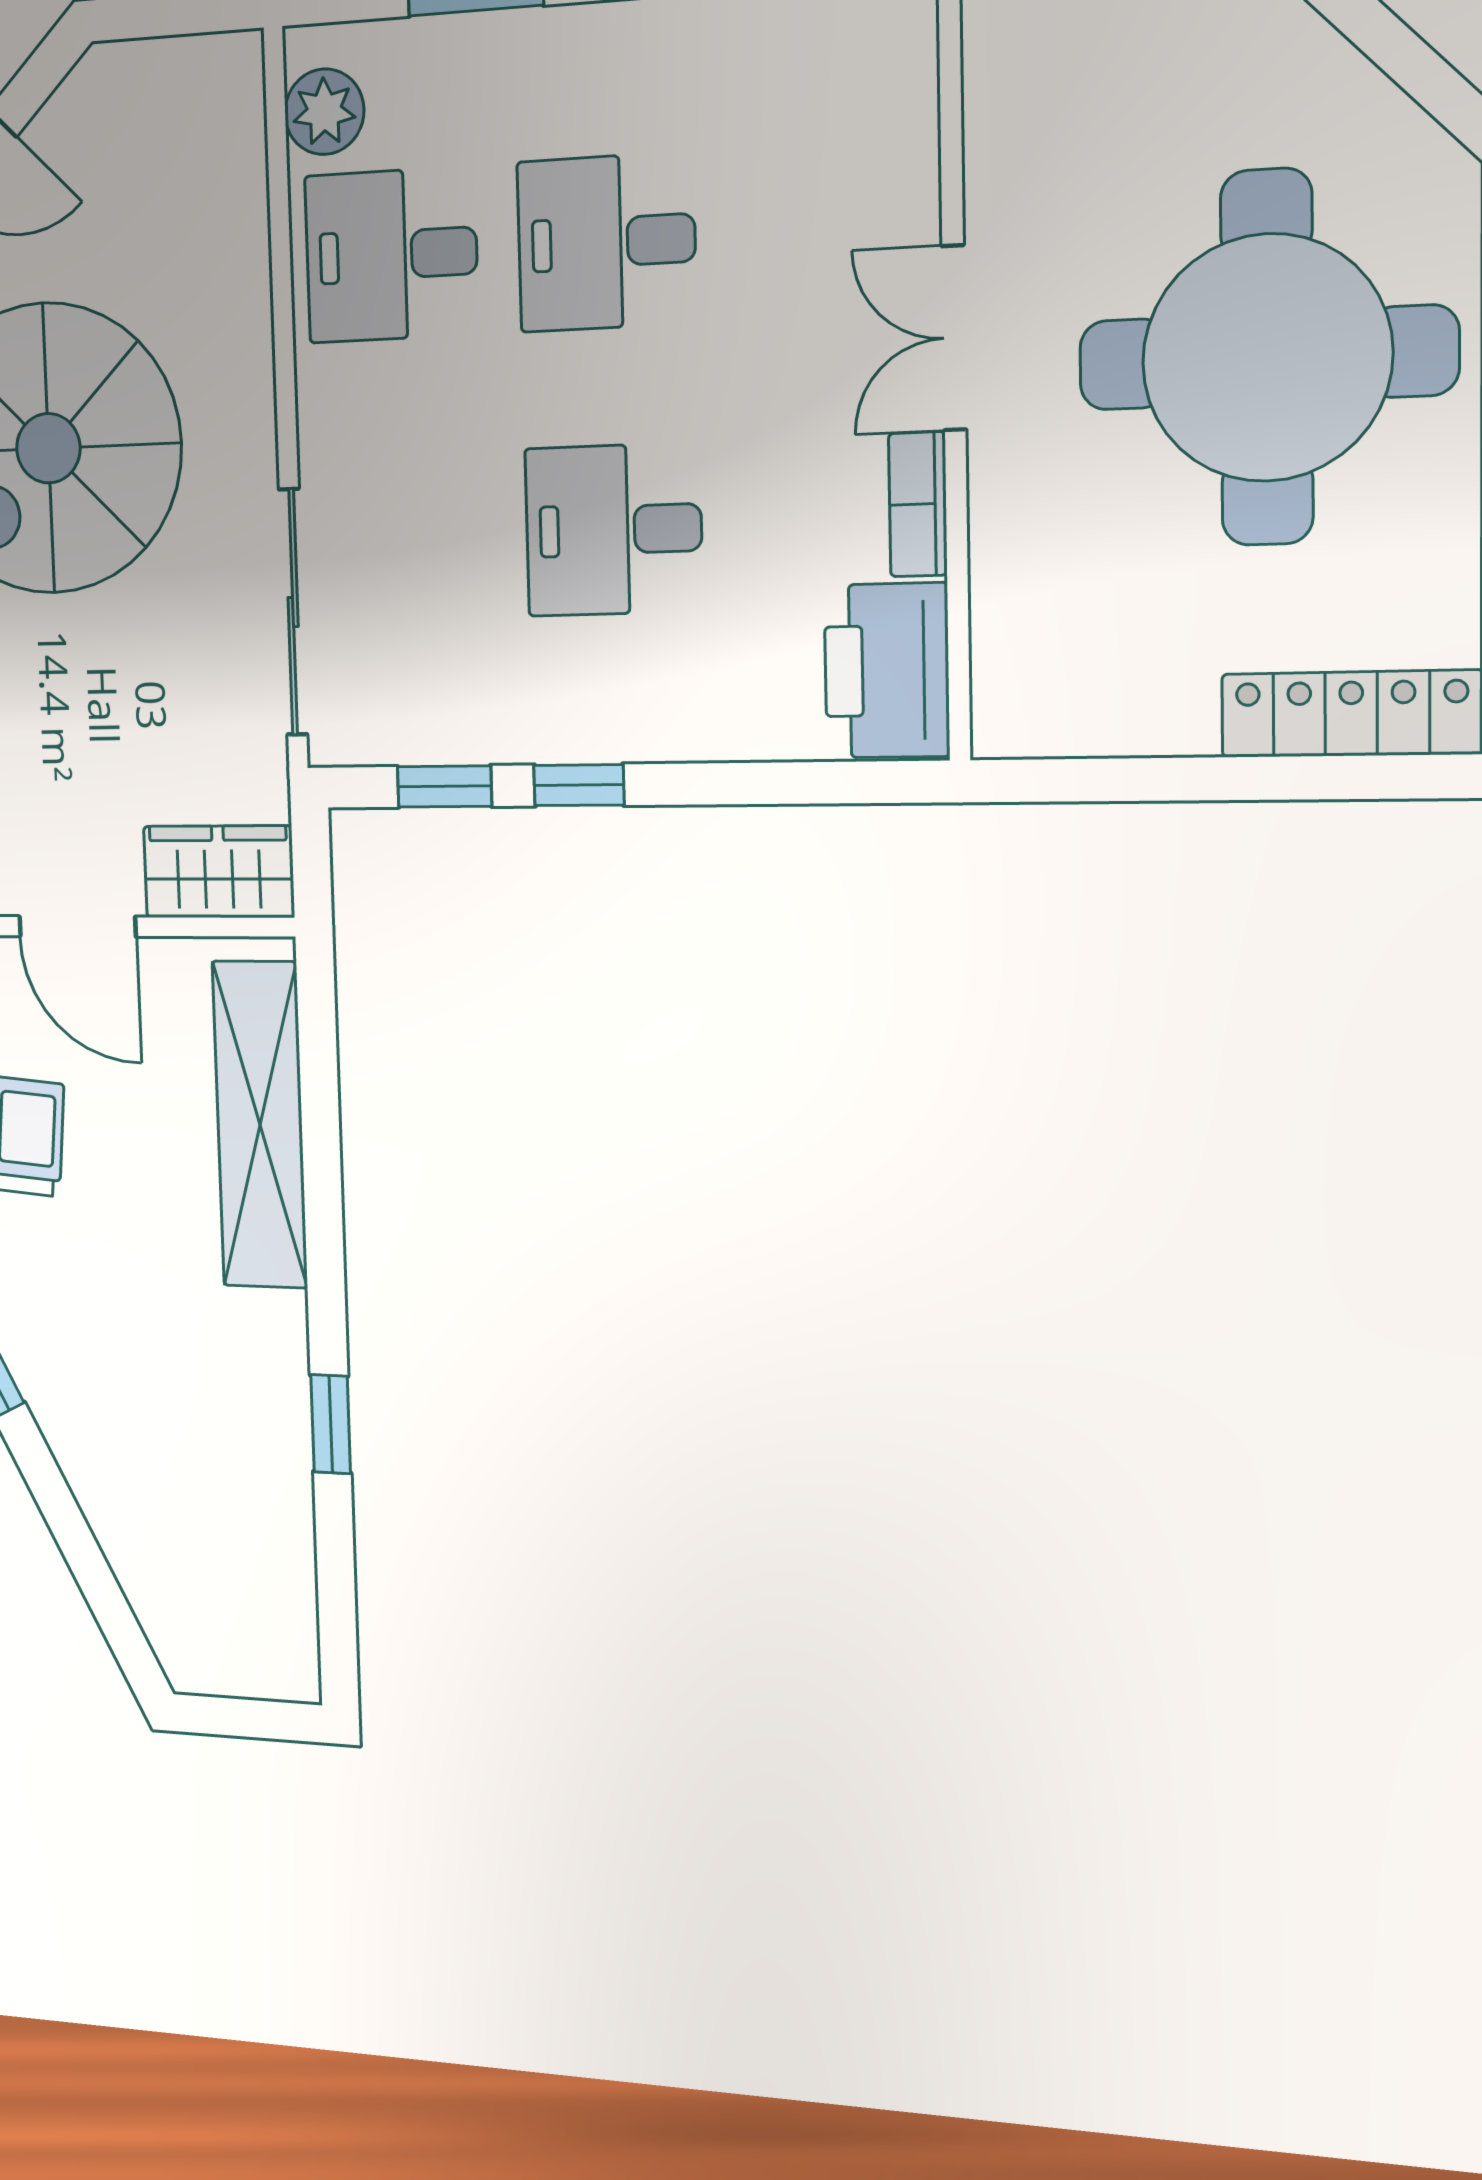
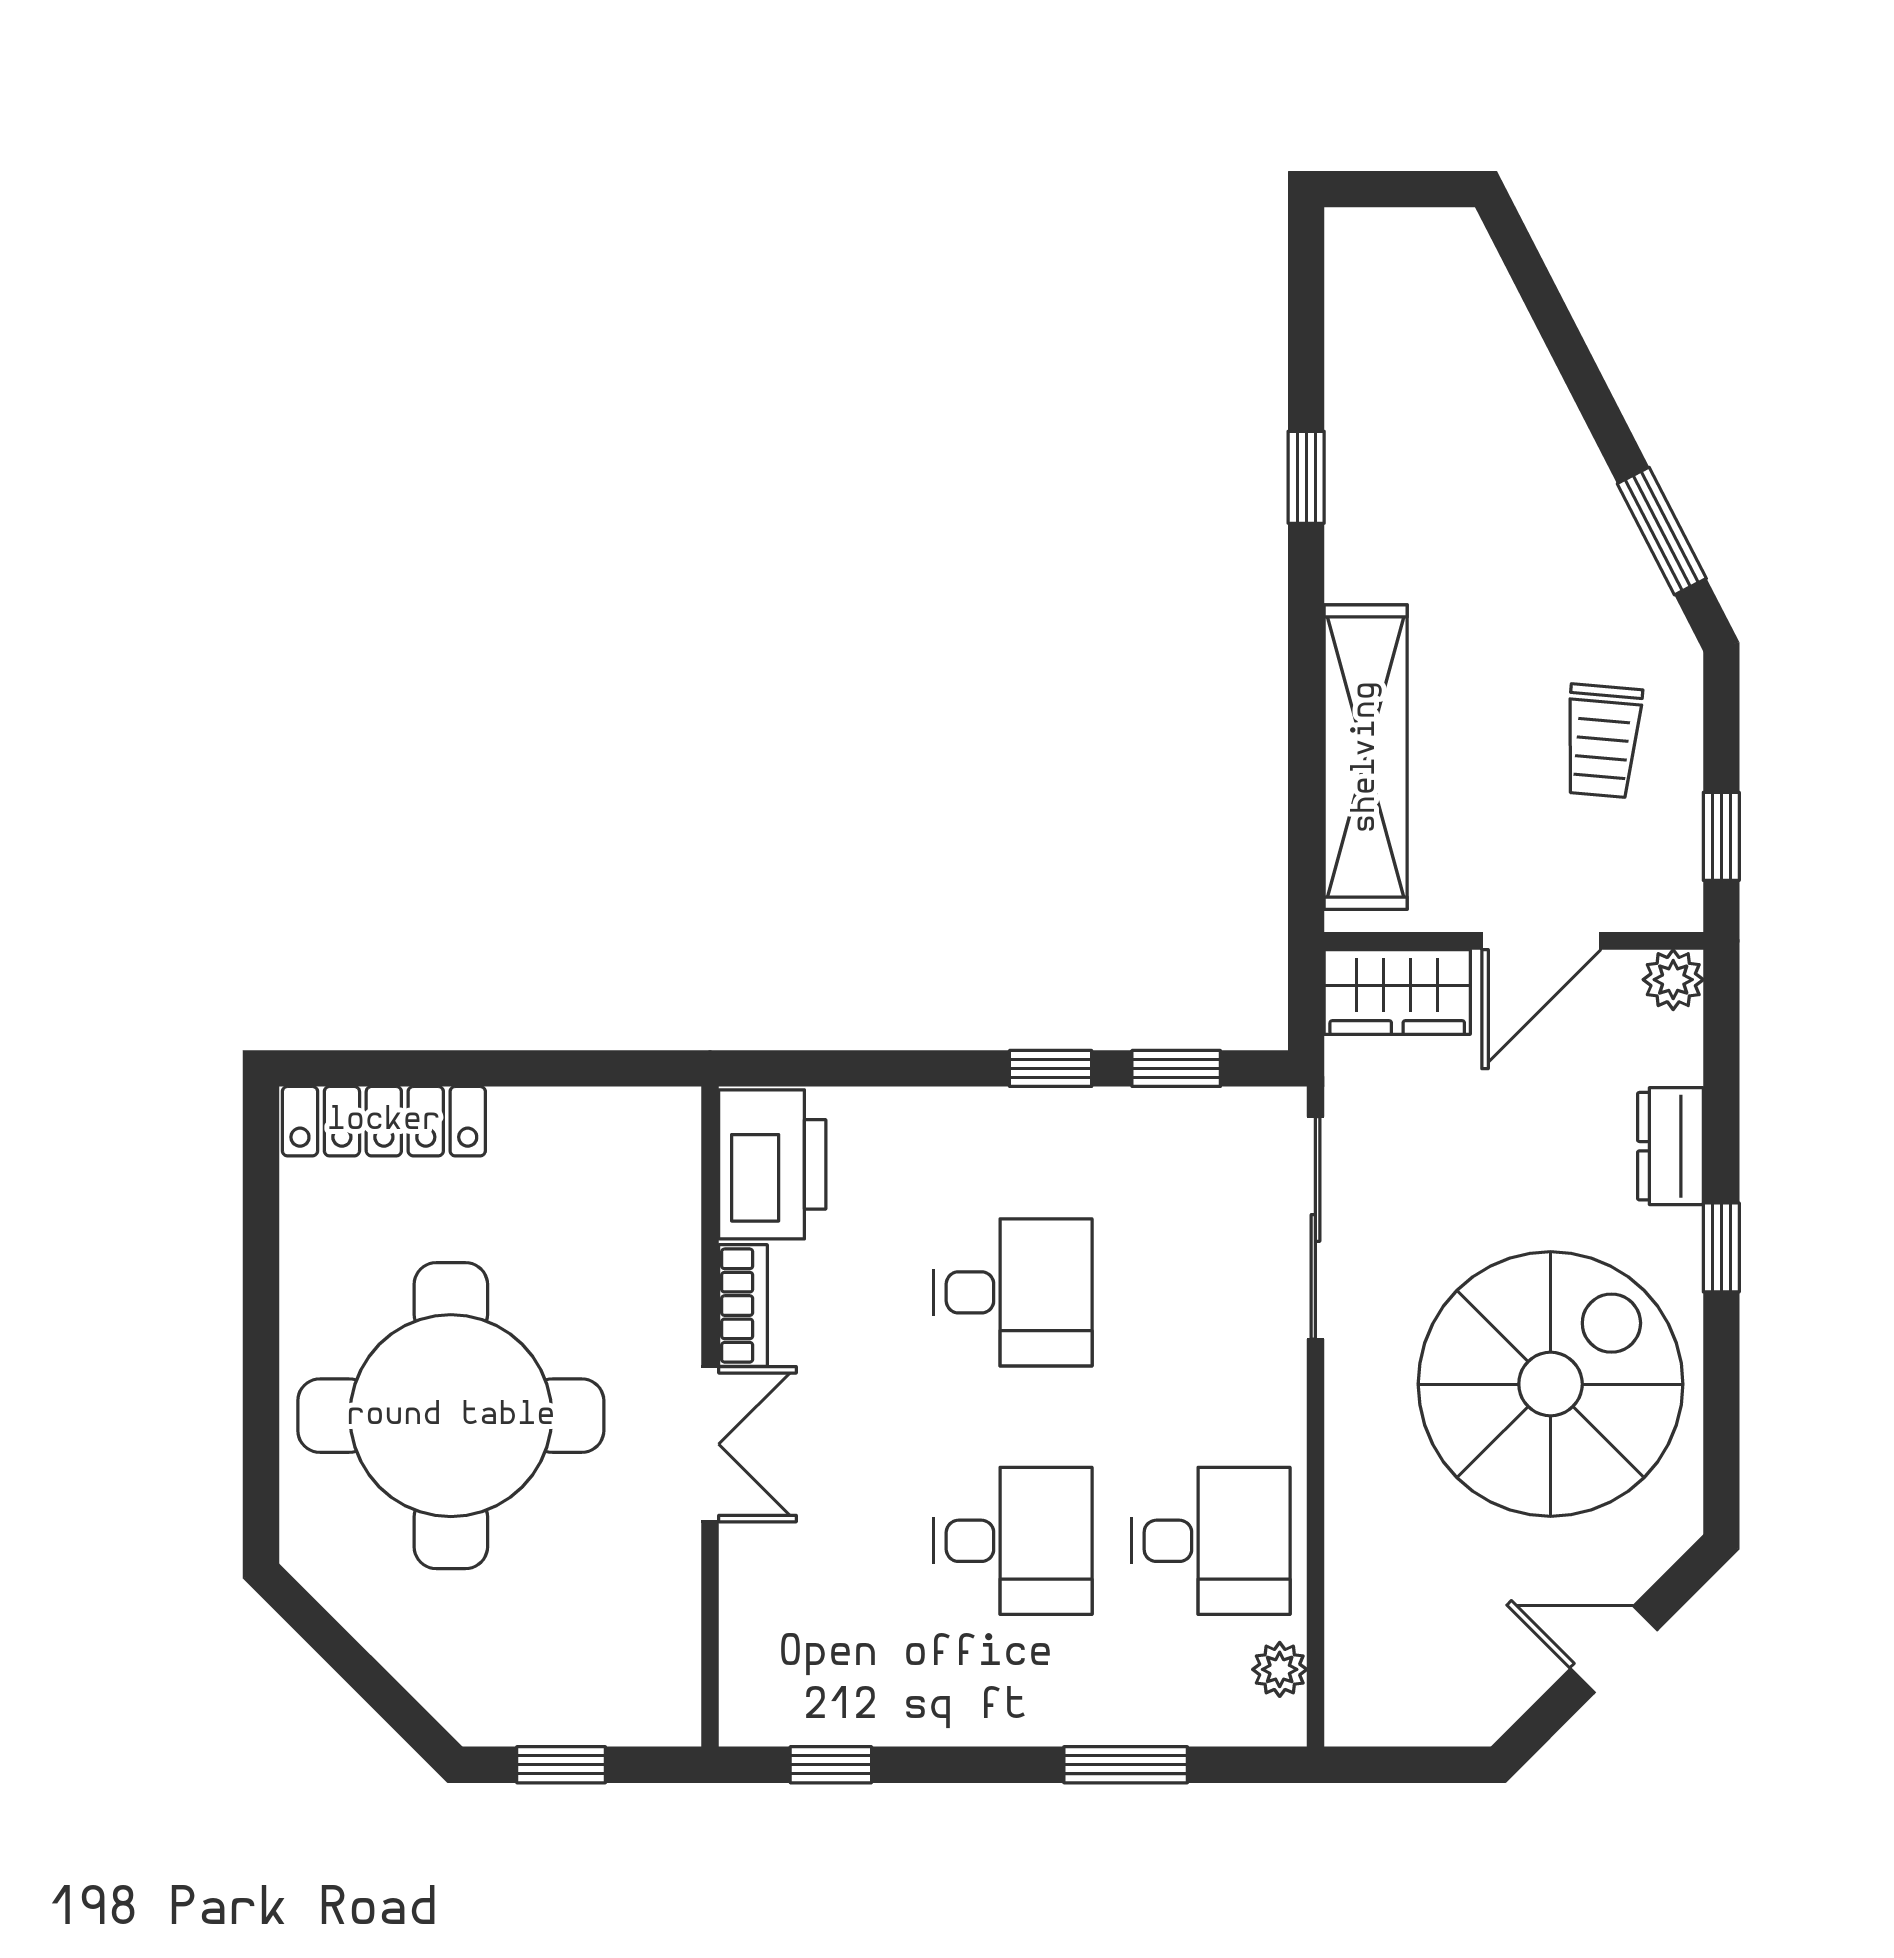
plant: (324, 112) -> (1280, 1669), width x0.73, depth x0.73
door: (77, 927) -> (1541, 941), swing flipped

